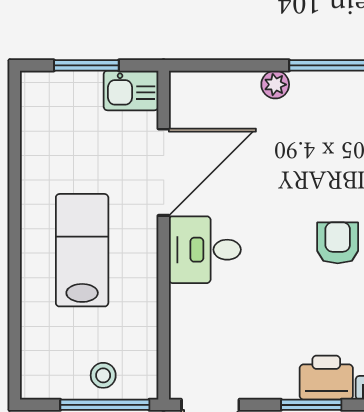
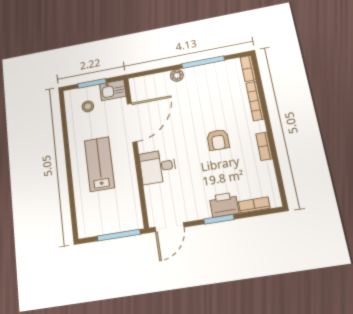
armchair: (338, 243) -> (218, 140), turned 180
desk: (205, 250) -> (158, 167), moved
stool: (103, 375) -> (88, 106), moved

